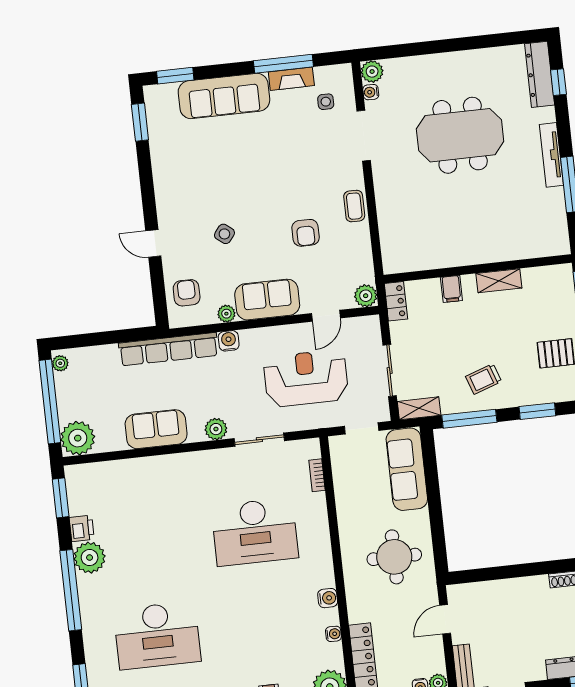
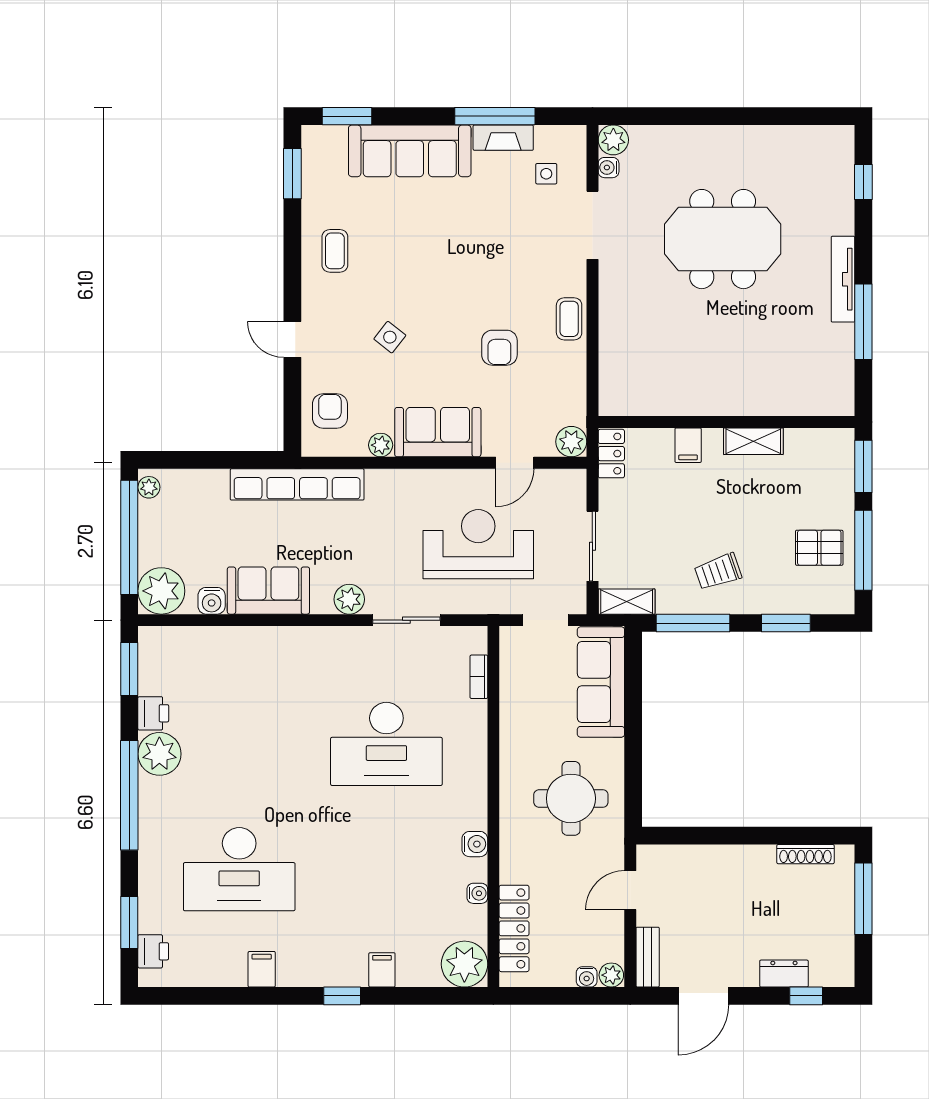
dresser: (540, 74) -> (839, 169), removed
coffee table: (177, 175) -> (335, 251), added
water cooler: (229, 341) -> (212, 601), moved, turned 180

